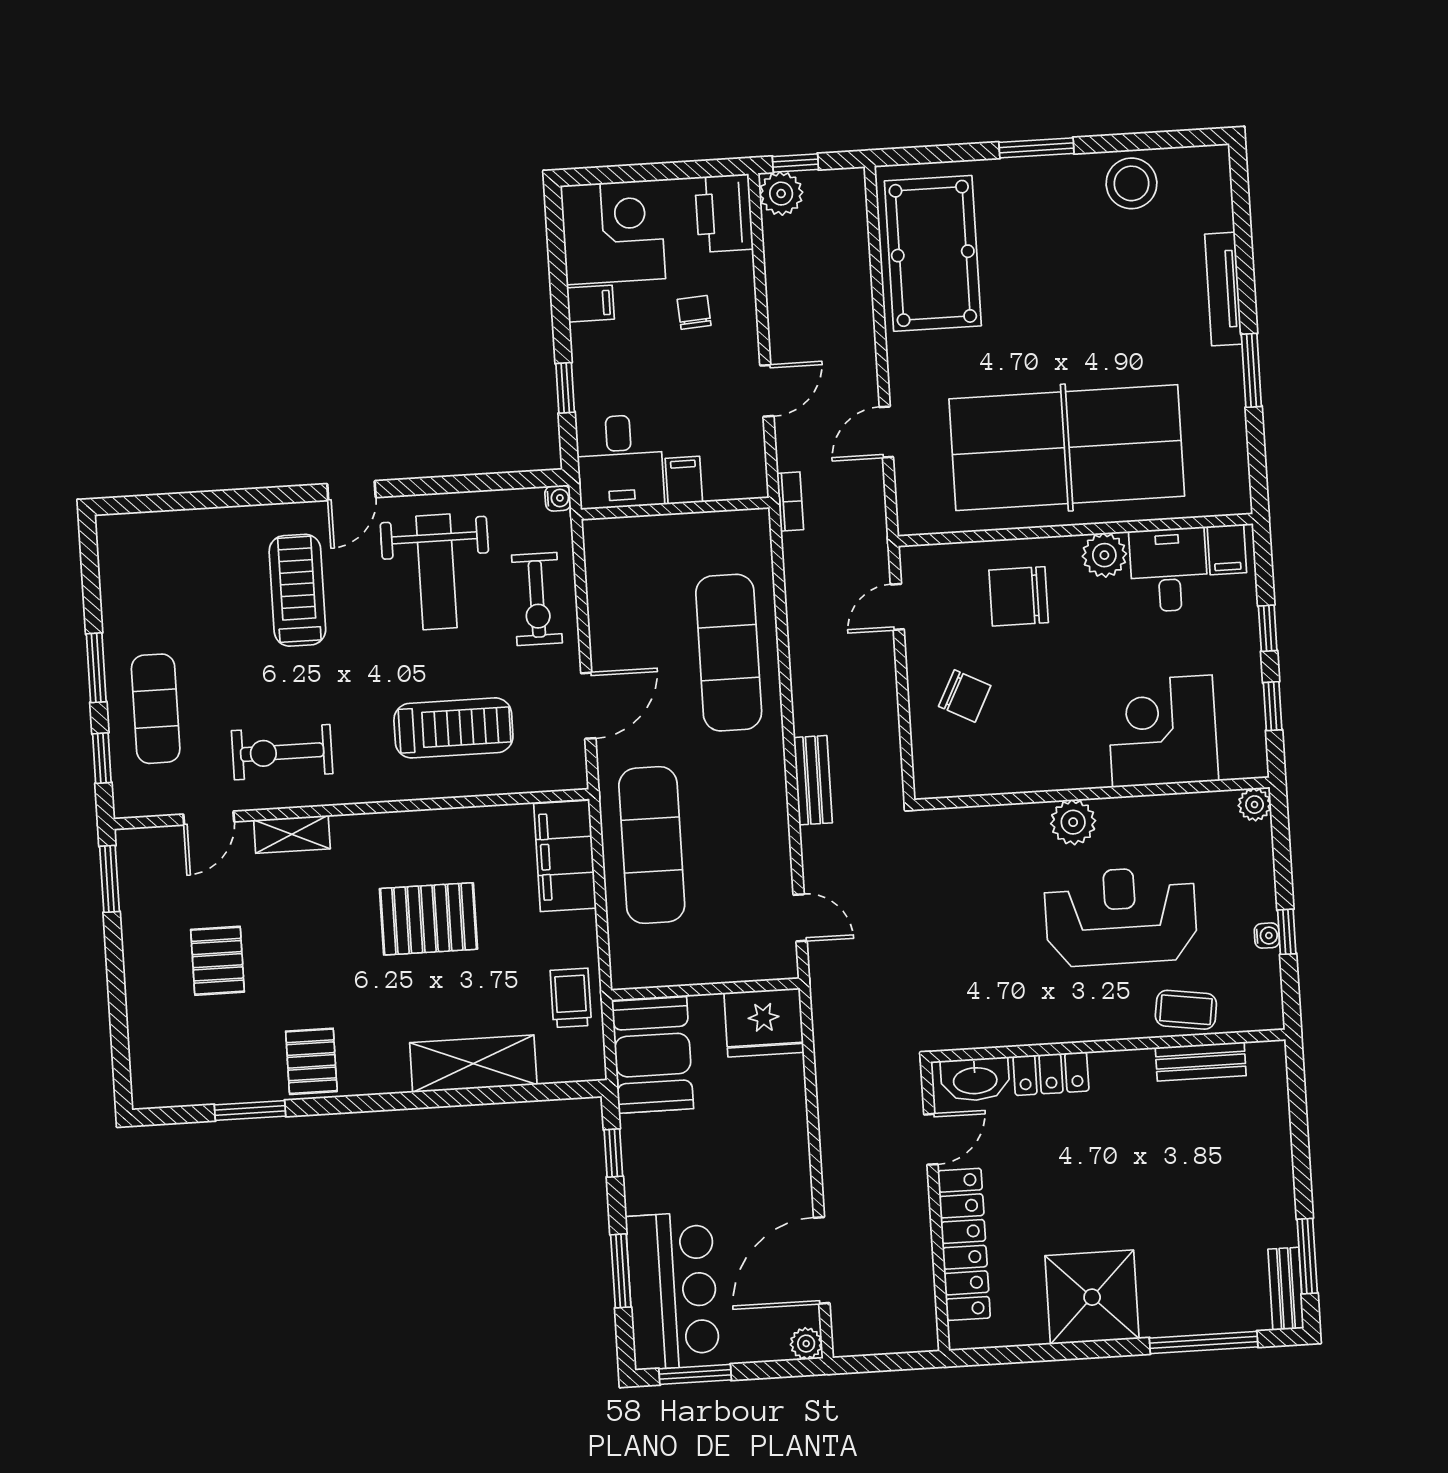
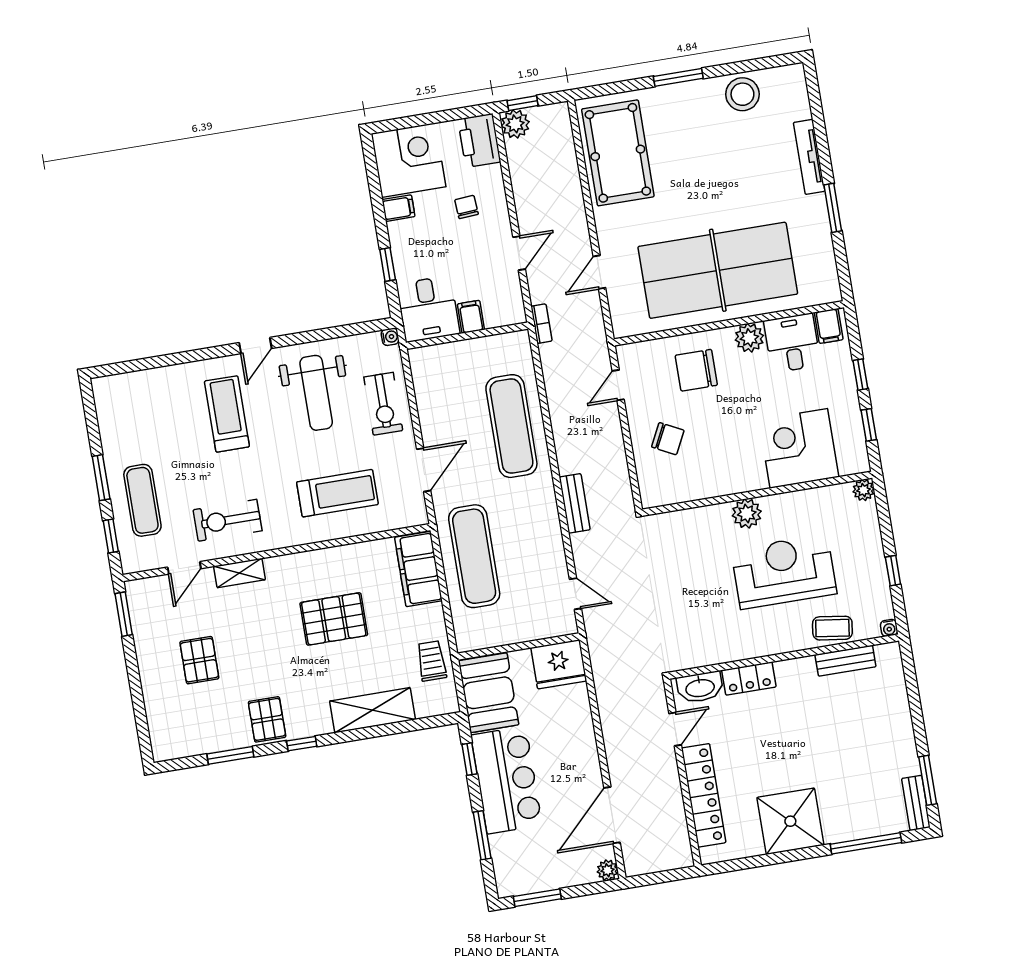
water cooler: (1267, 936) -> (889, 628), moved, turned 90
window: (360, 1104) -> (302, 744), added
bar counter: (673, 1291) -> (506, 780), moved

